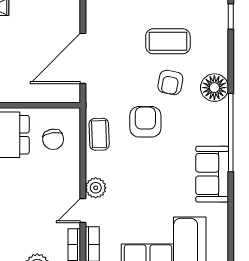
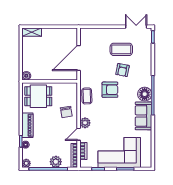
floor lamp: (214, 88) -> (145, 94), moved
armchair: (145, 122) -> (110, 90), turned 90
chair: (53, 139) -> (66, 112), moved

